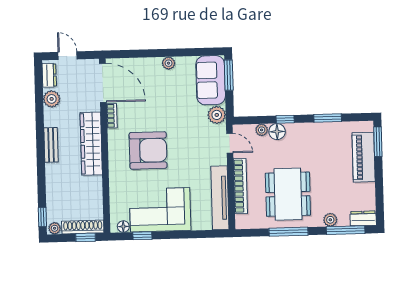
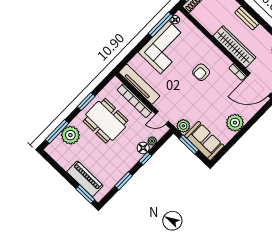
plant: (169, 63) -> (235, 123), width x1.88, depth x1.88
window: (229, 75) -> (189, 144), moved
bench: (51, 145) -> (247, 18), moved
armchair: (148, 150) -> (201, 72), width x0.53, depth x0.53
dresser: (363, 218) -> (54, 147), removed
plant: (330, 220) -> (70, 135), width x1.88, depth x1.88
window: (289, 232) -> (86, 101), width x0.69
window: (142, 236) -> (161, 25), width x2.17

